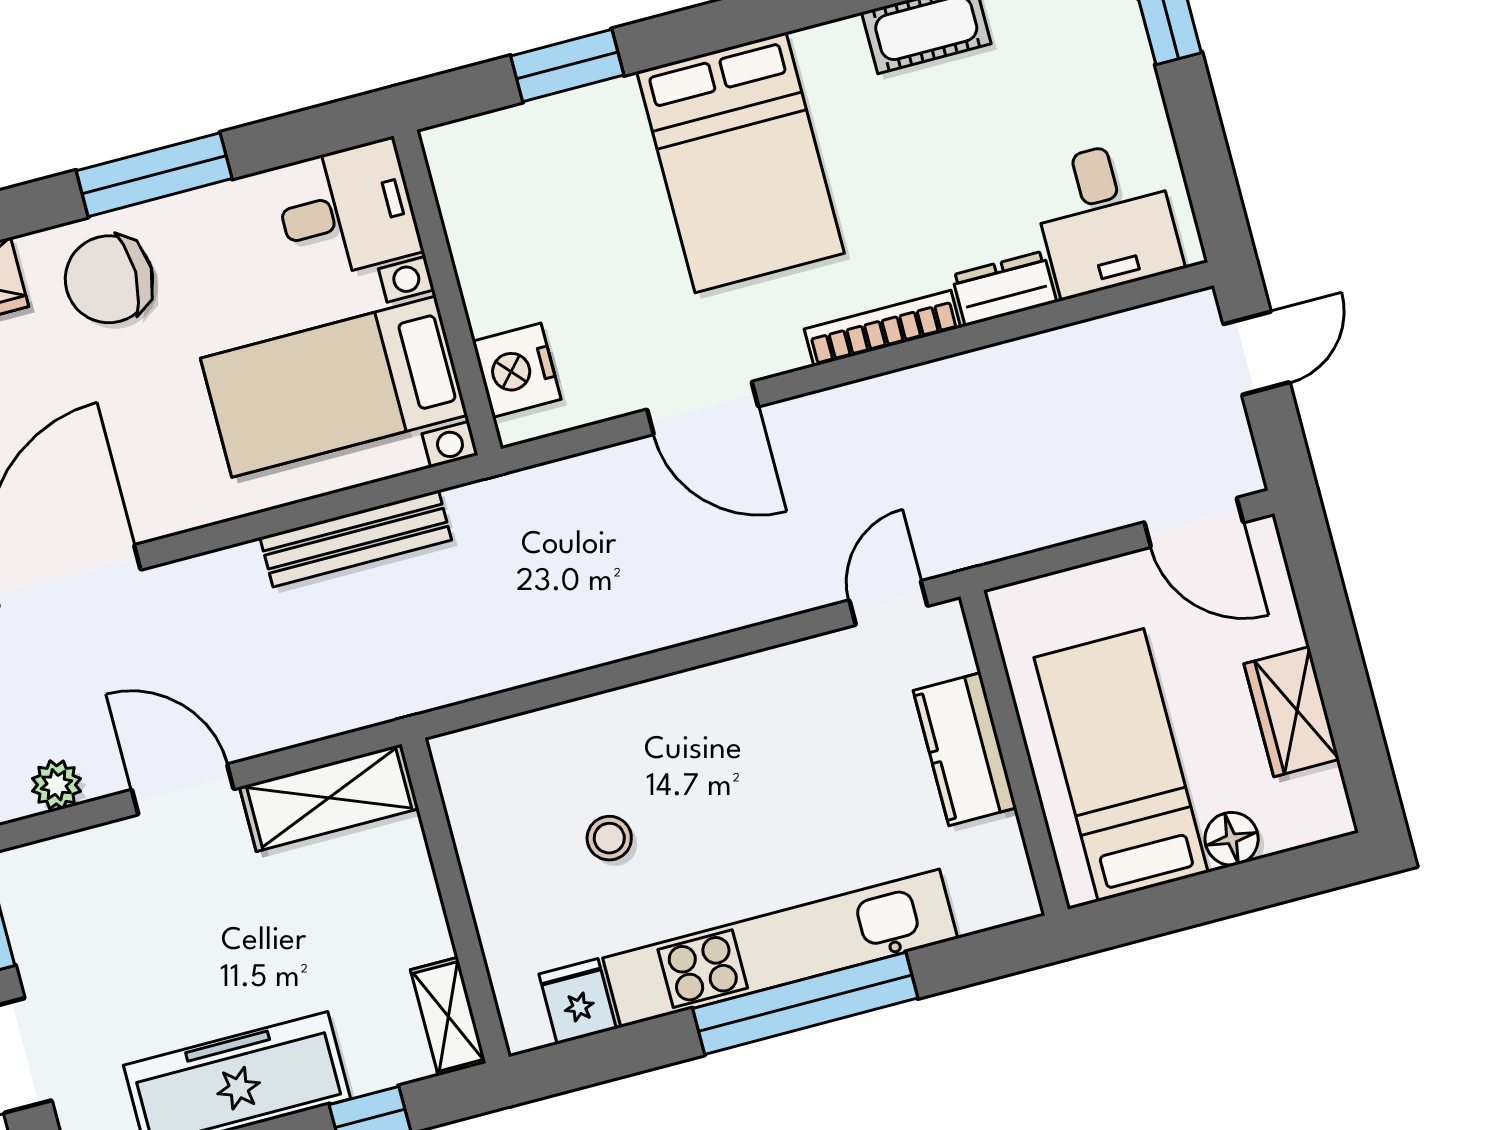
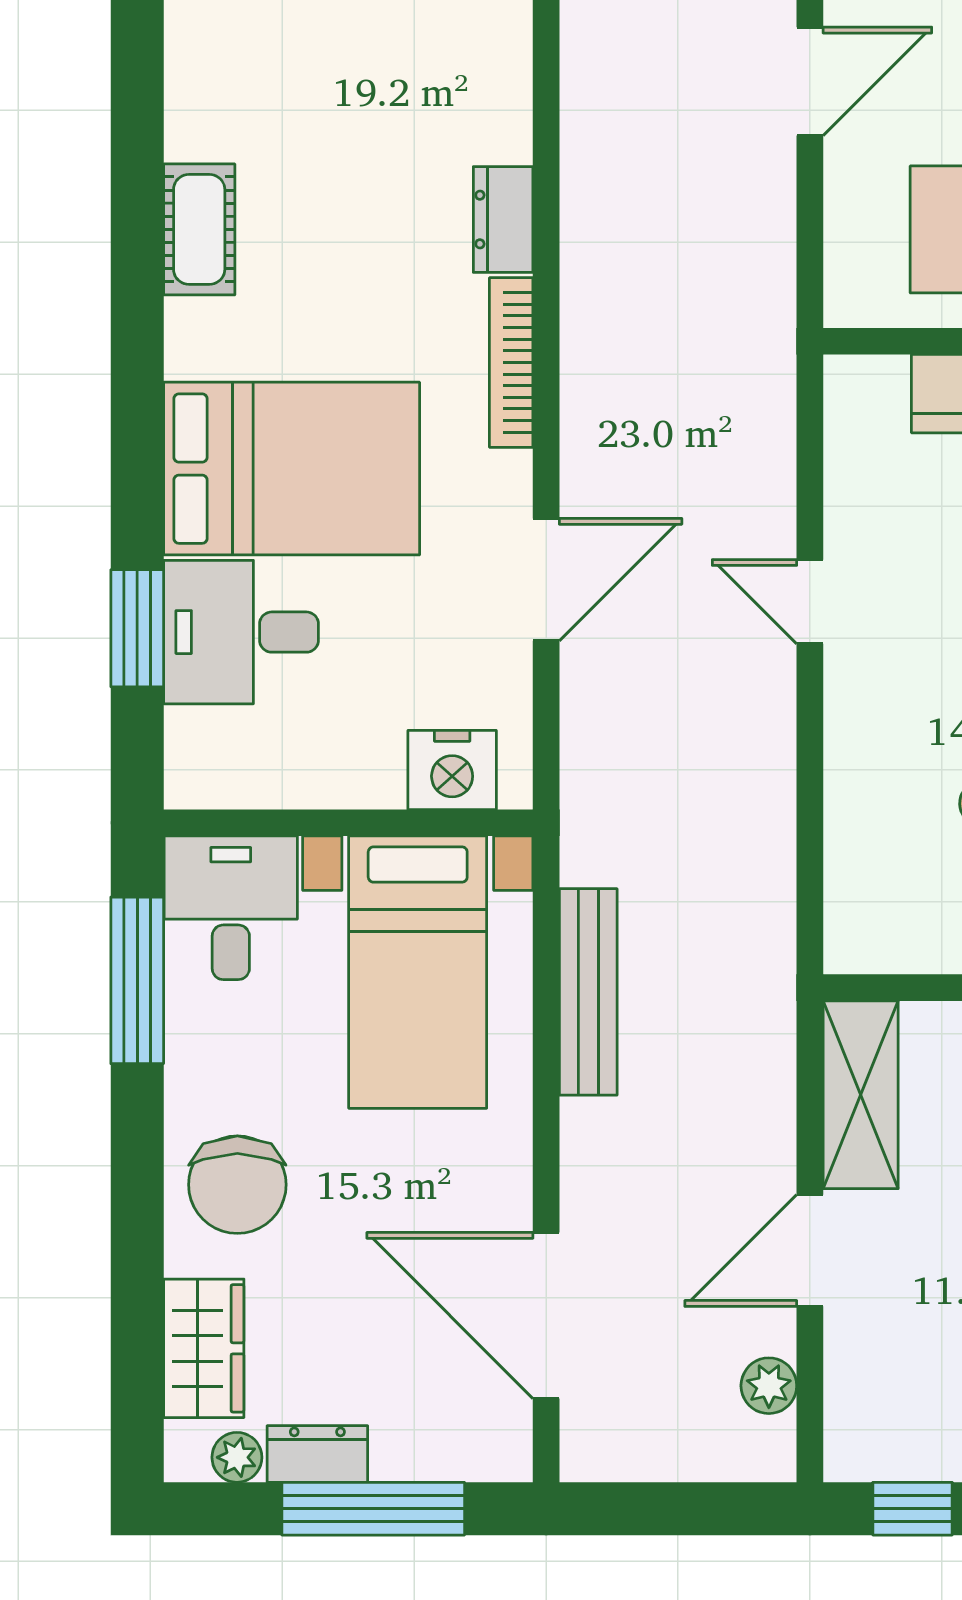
window: (154, 175) -> (137, 980), moved
desk: (1106, 218) -> (241, 632), moved, turned 180
door: (888, 603) -> (810, 602), moved

